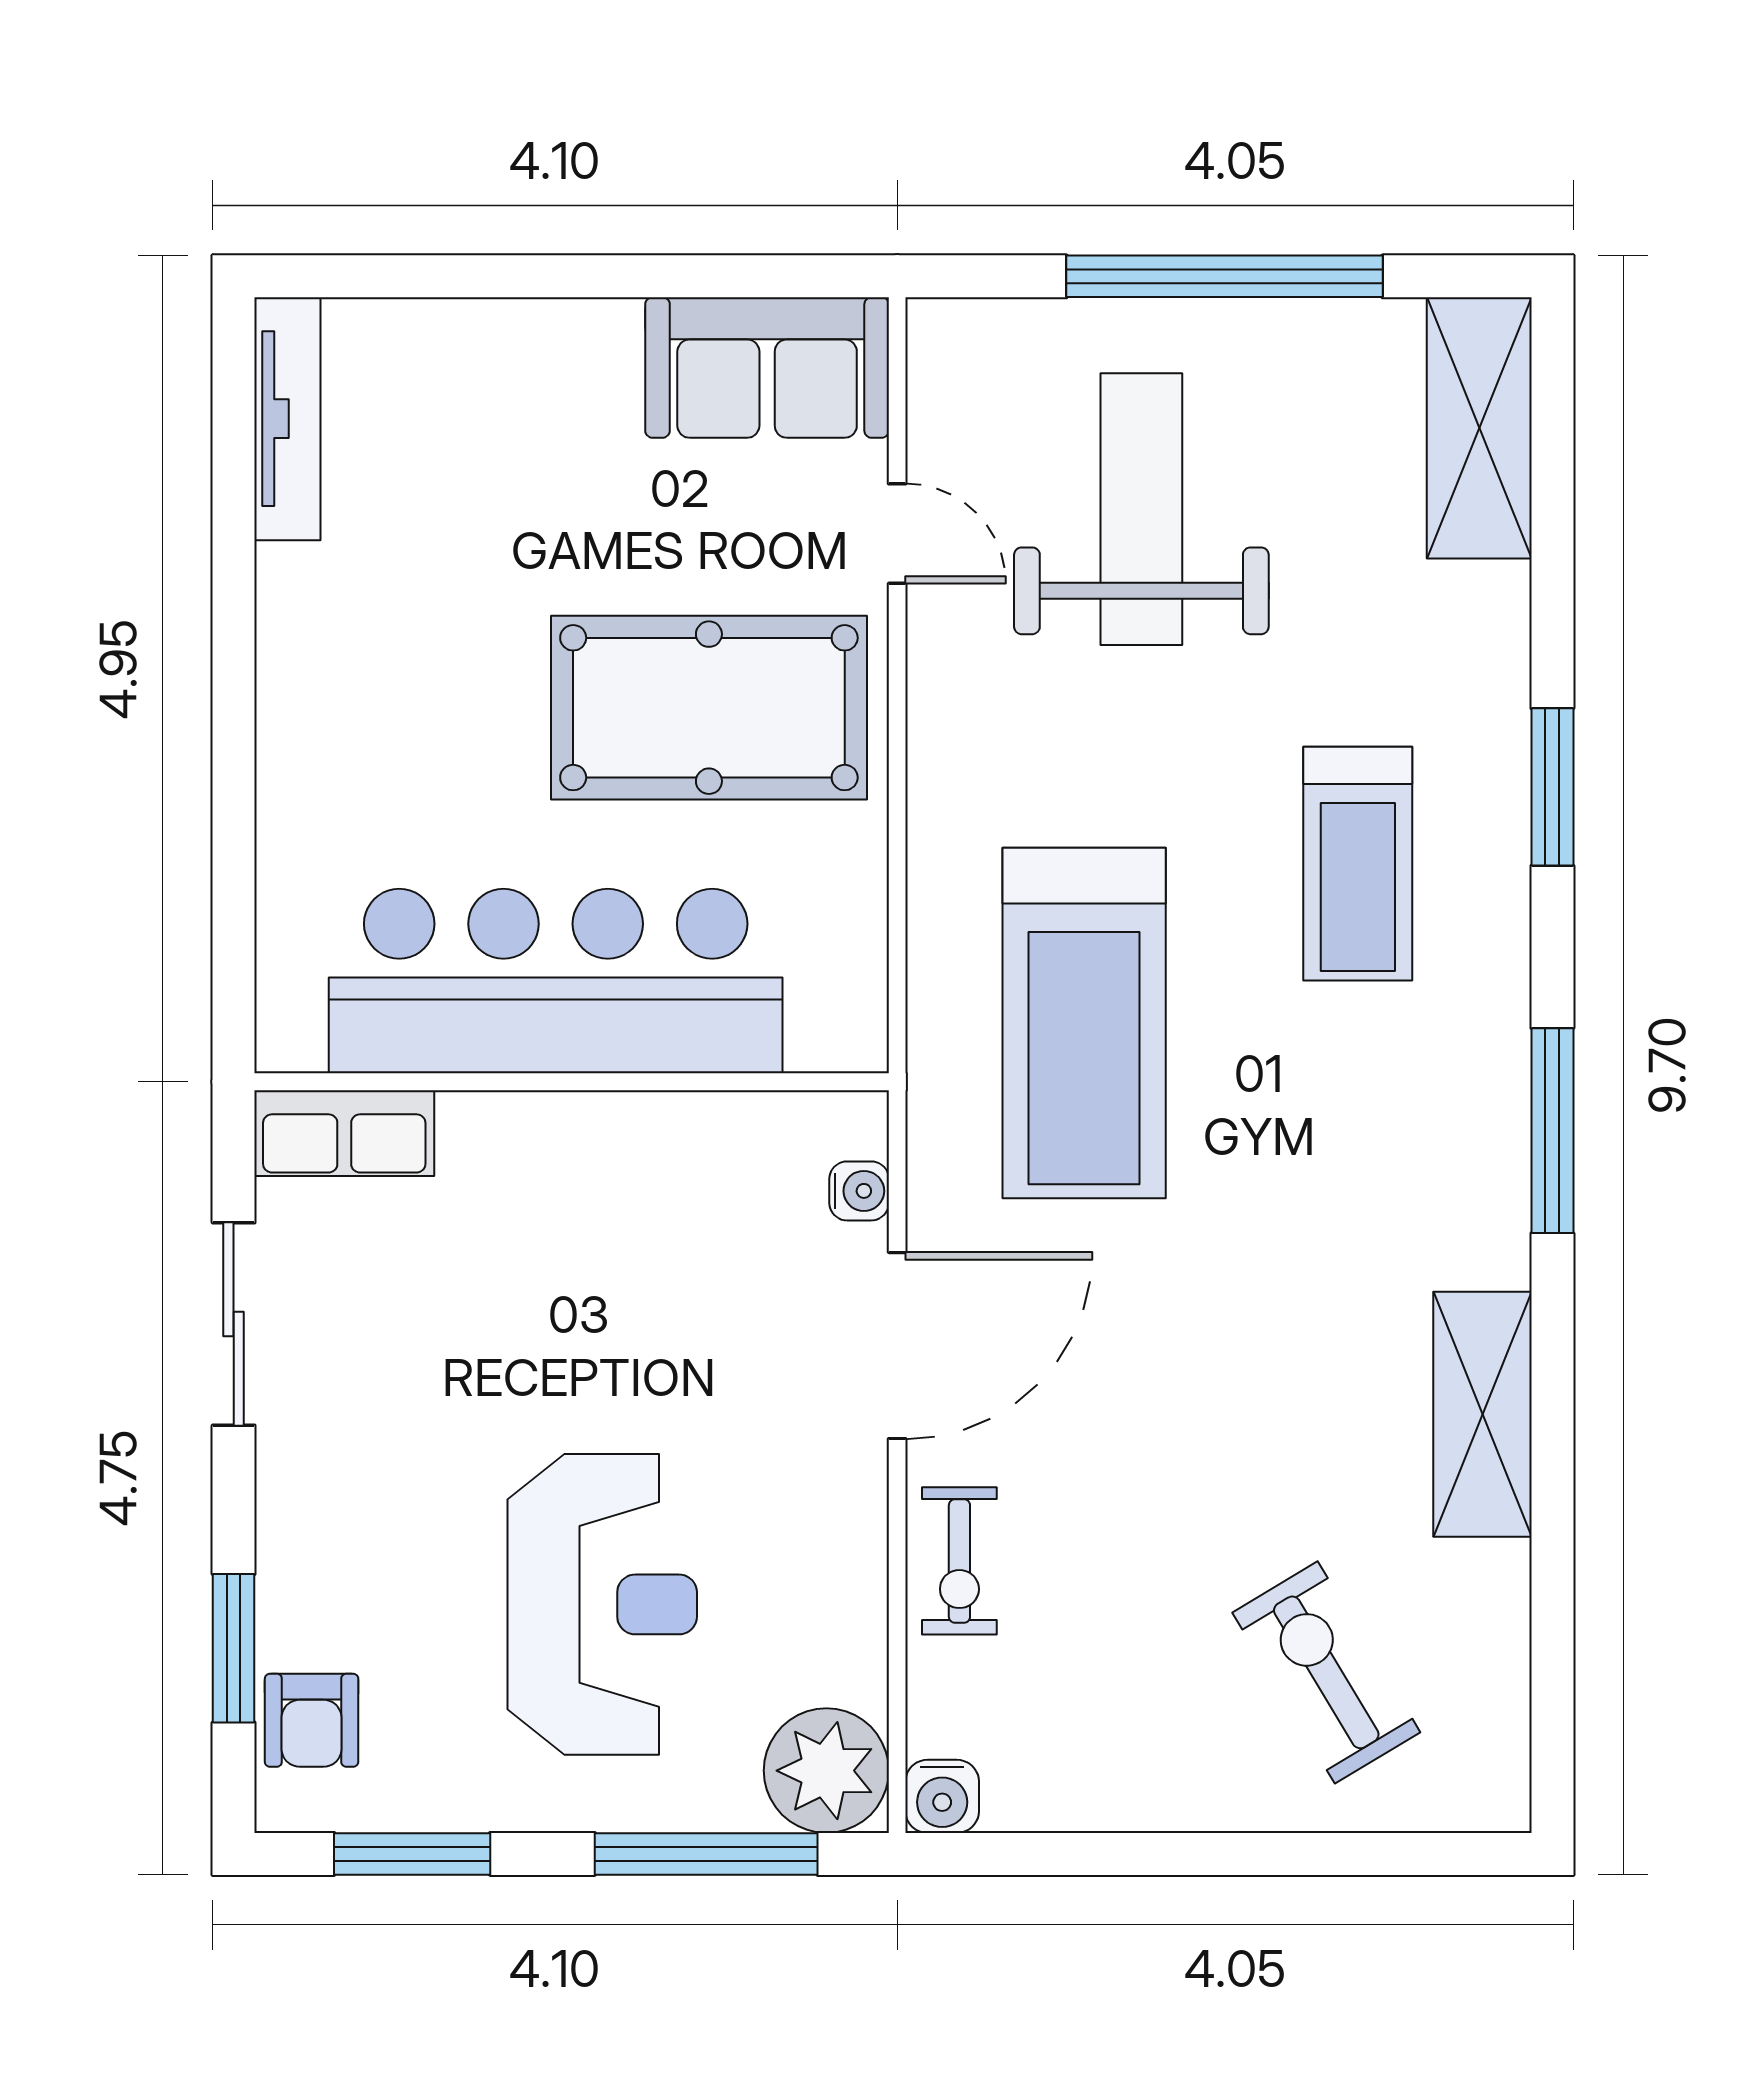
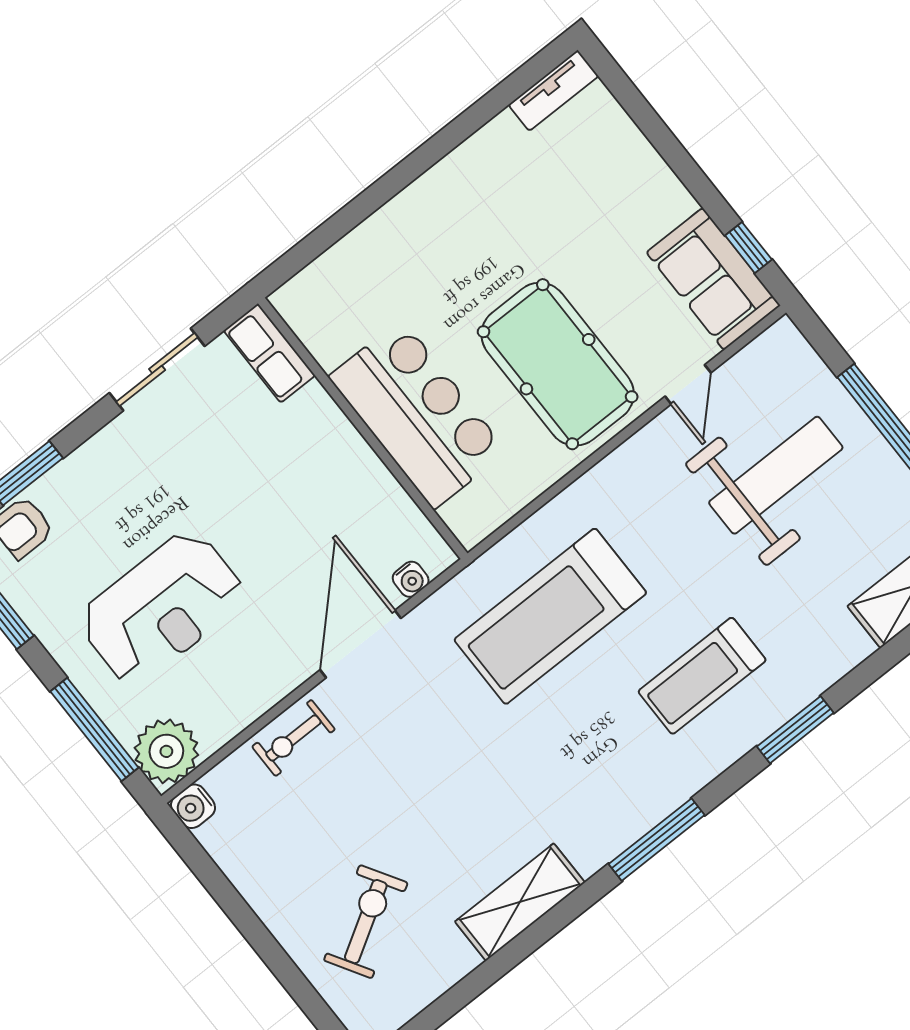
window: (762, 276) -> (748, 248), added
tv unit: (287, 419) -> (554, 91), width x0.71
bar counter: (556, 981) -> (418, 414), width x0.73
door: (897, 1346) -> (360, 644), swing flipped

